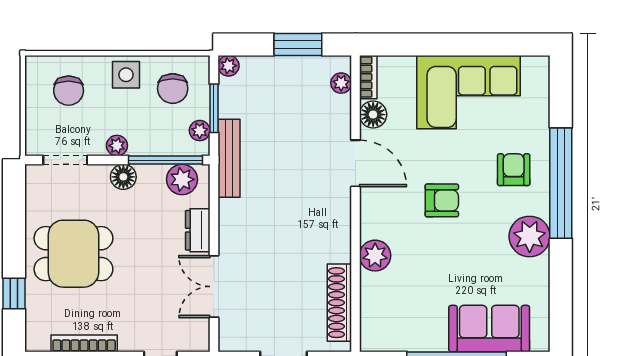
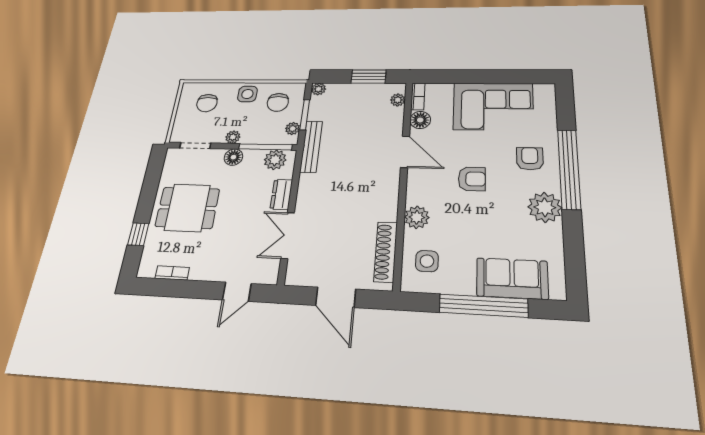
side table: (390, 312) -> (427, 261), added
bookcase: (84, 343) -> (172, 273), width x0.64

